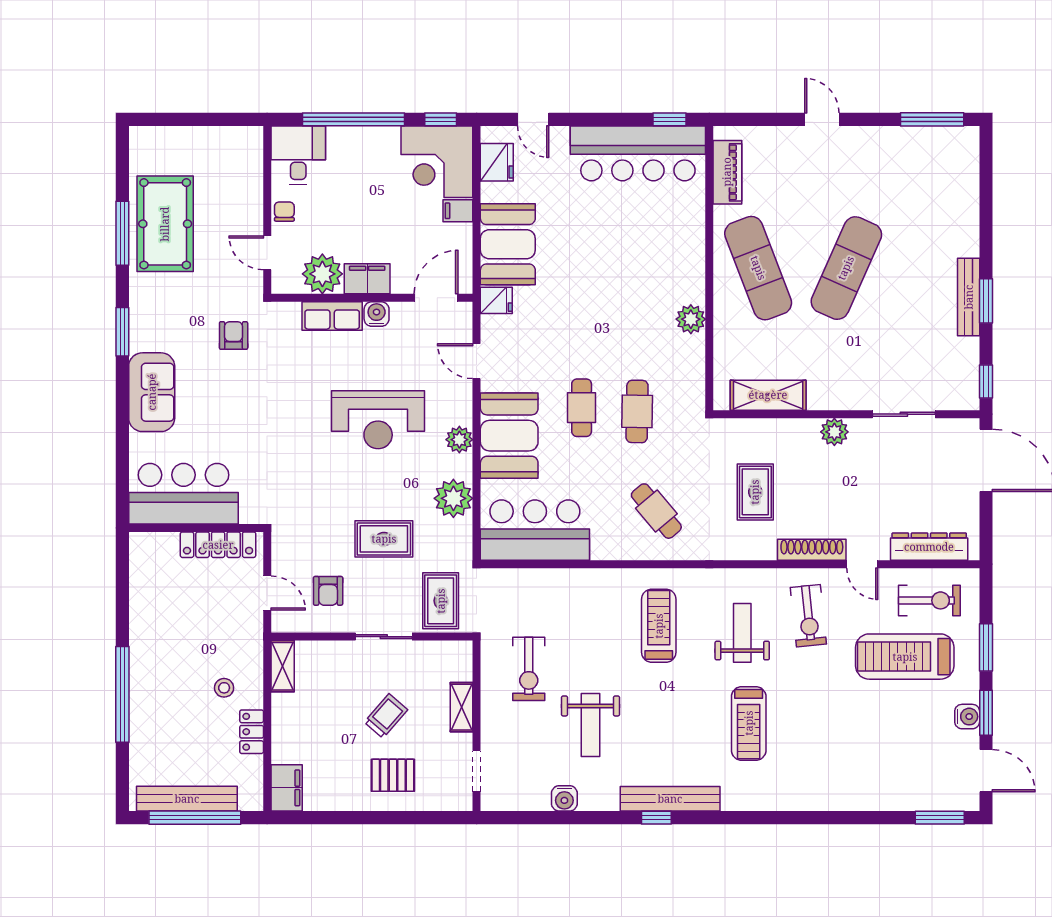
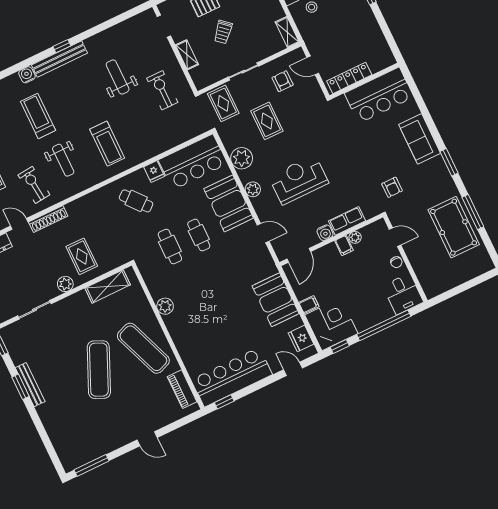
plant: (322, 274) -> (355, 237), width x0.53, depth x0.53
filing cabinet: (367, 279) -> (344, 245), width x0.50
fridge: (496, 300) -> (154, 172), moved, turned -90
rug: (755, 492) -> (82, 256), moved
rug: (384, 539) -> (267, 121), turned 90
water cooler: (564, 798) -> (27, 75), moved

